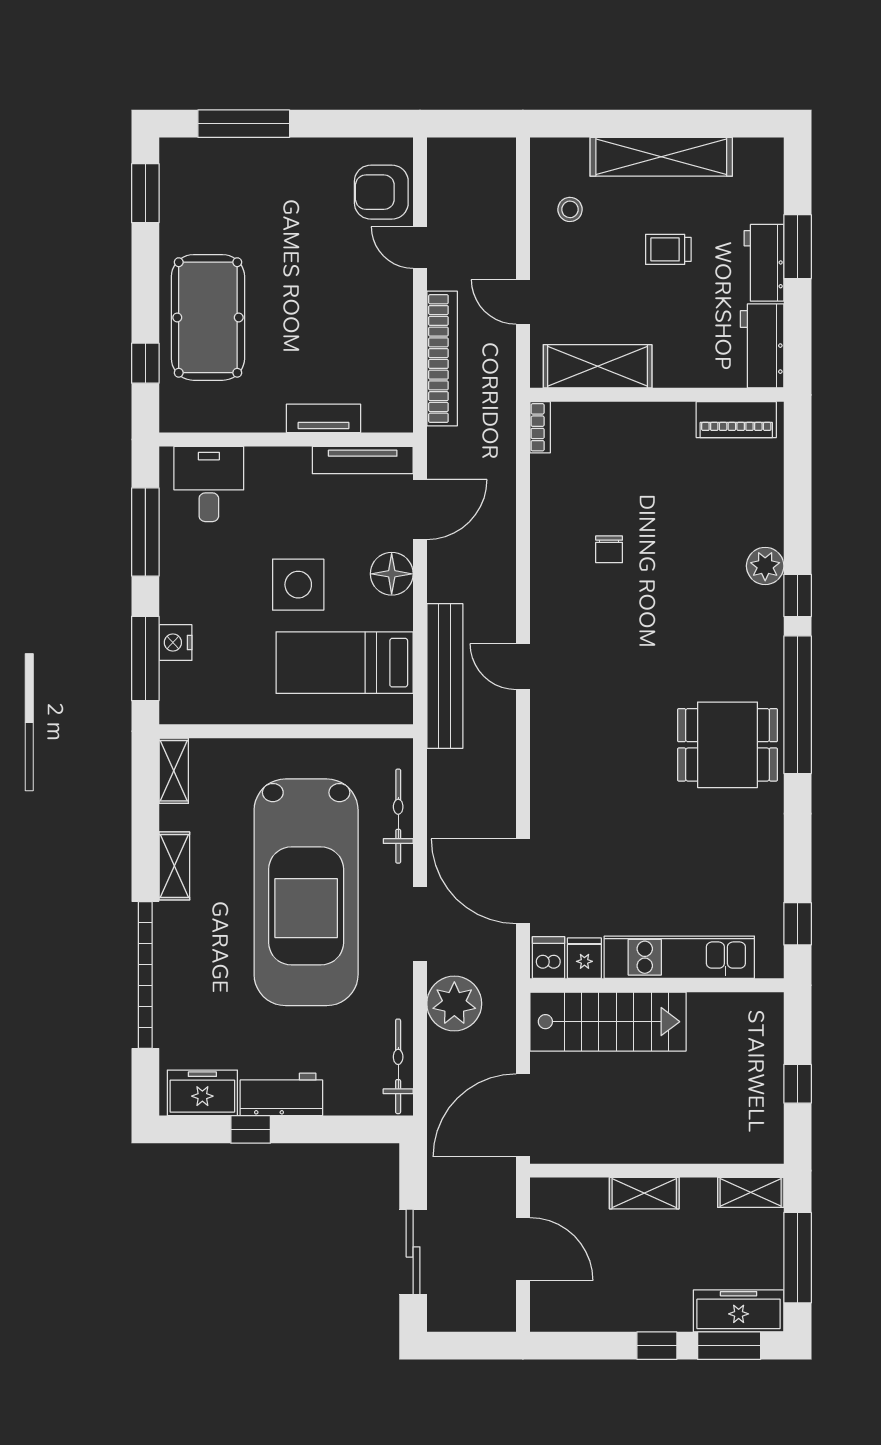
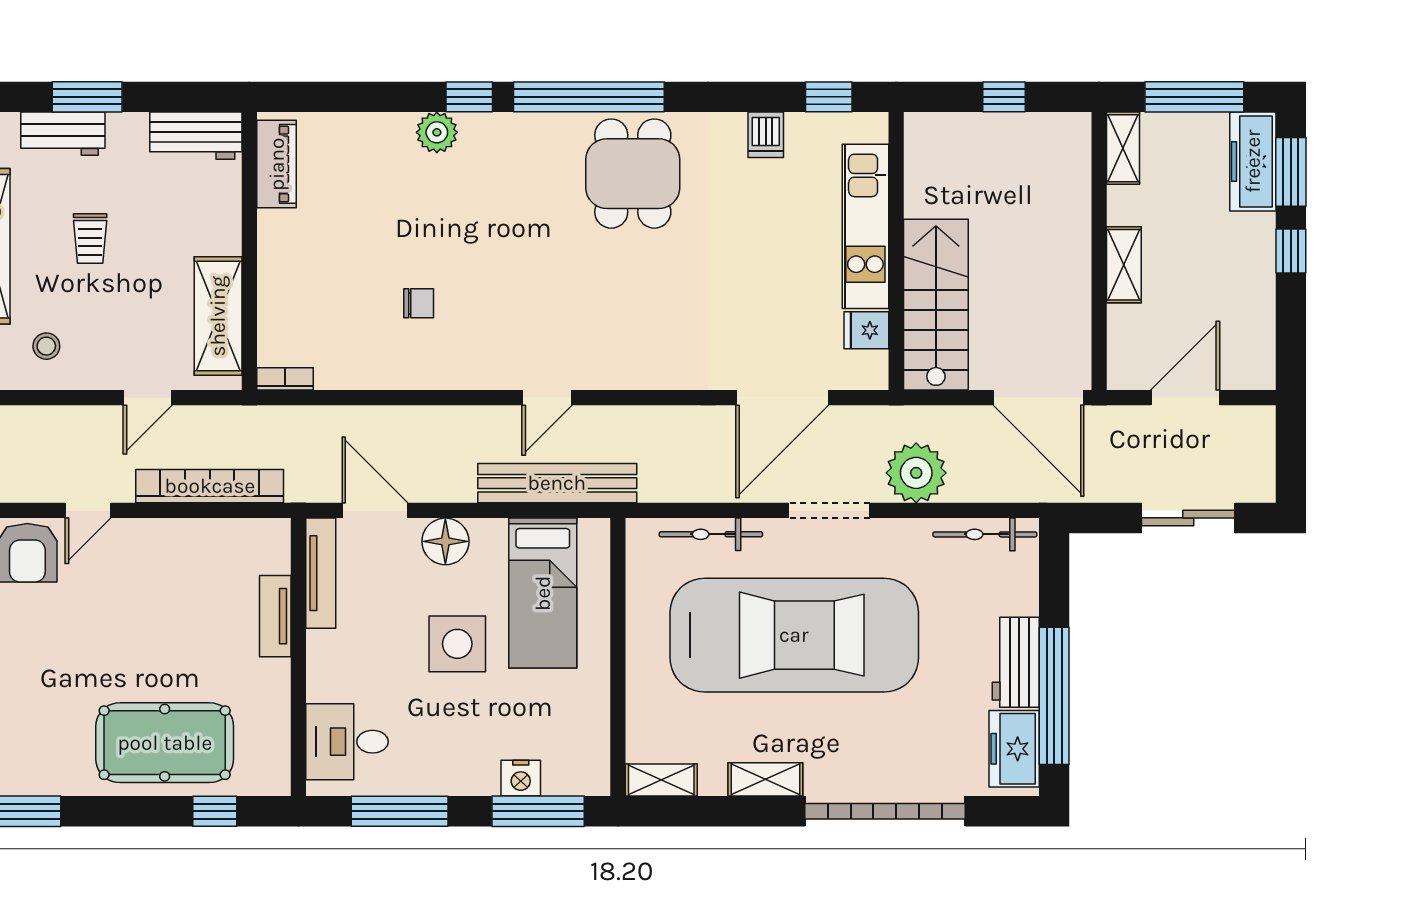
workbench: (764, 263) -> (63, 134), moved
dishwasher: (549, 958) -> (766, 135), moved, turned -90
window: (251, 1129) -> (1054, 696), width x3.17

